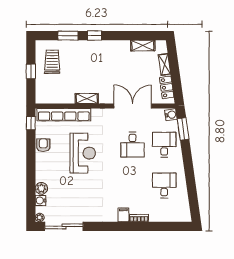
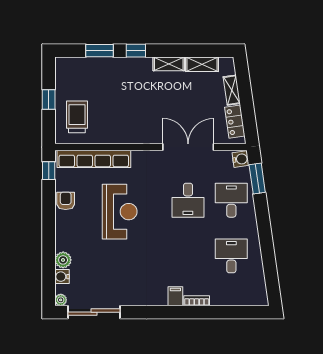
trolley: (52, 62) -> (77, 117), moved
shelving: (87, 99) -> (169, 64), moved

